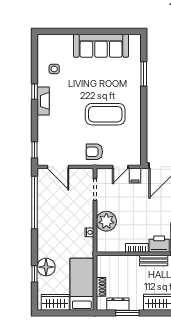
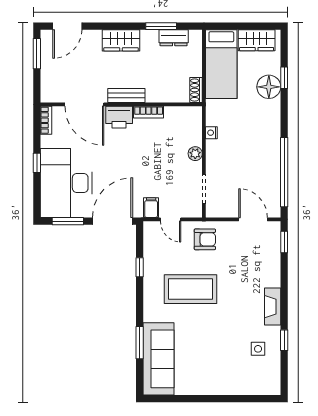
sofa: (101, 46) -> (158, 359), moved, turned 90
window: (34, 92) -> (284, 340), moved
window: (144, 131) -> (140, 267), added
door: (120, 167) -> (171, 219), swing flipped
plant: (106, 221) -> (195, 154), width x0.53, depth x0.53
shoe rack: (101, 287) -> (196, 90), moved

